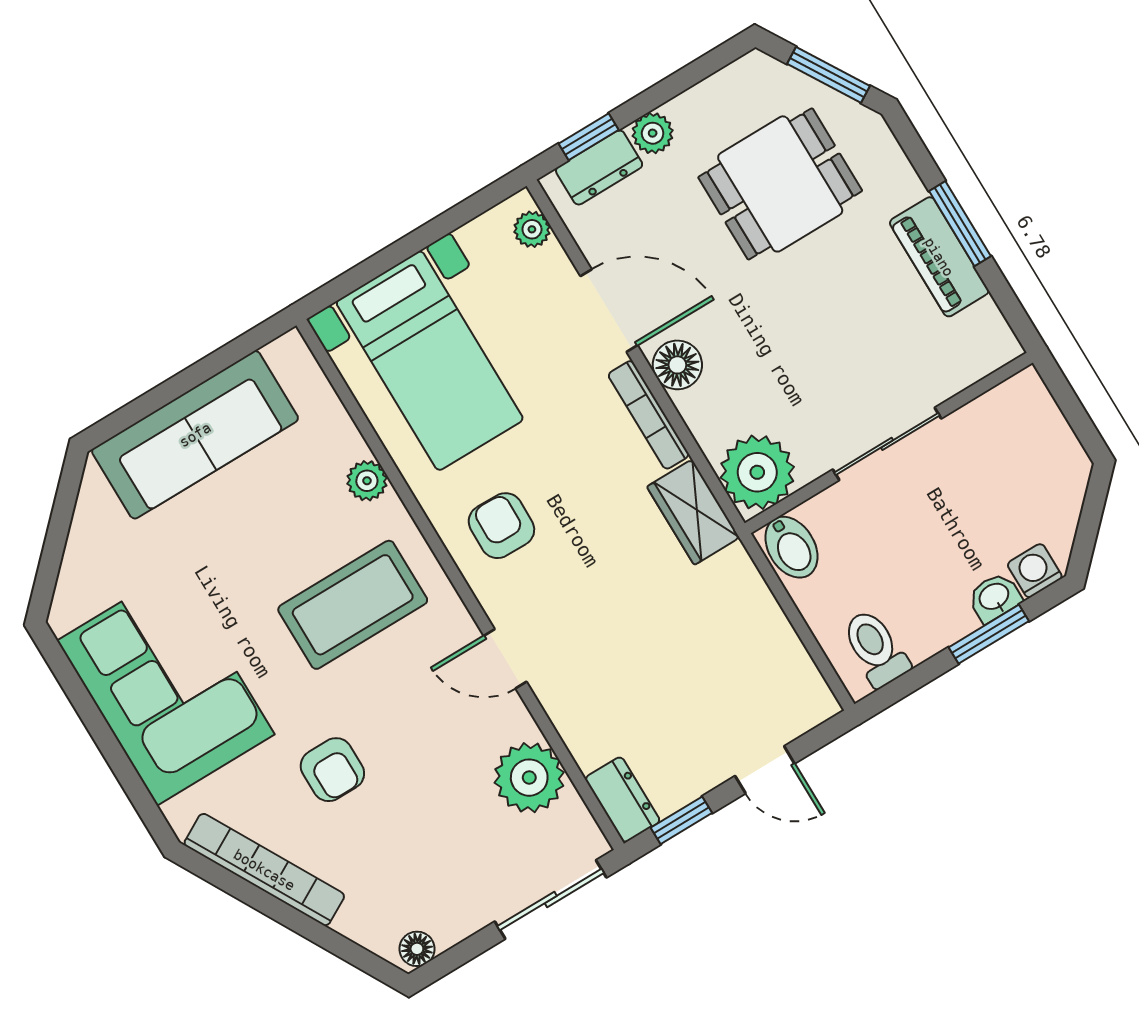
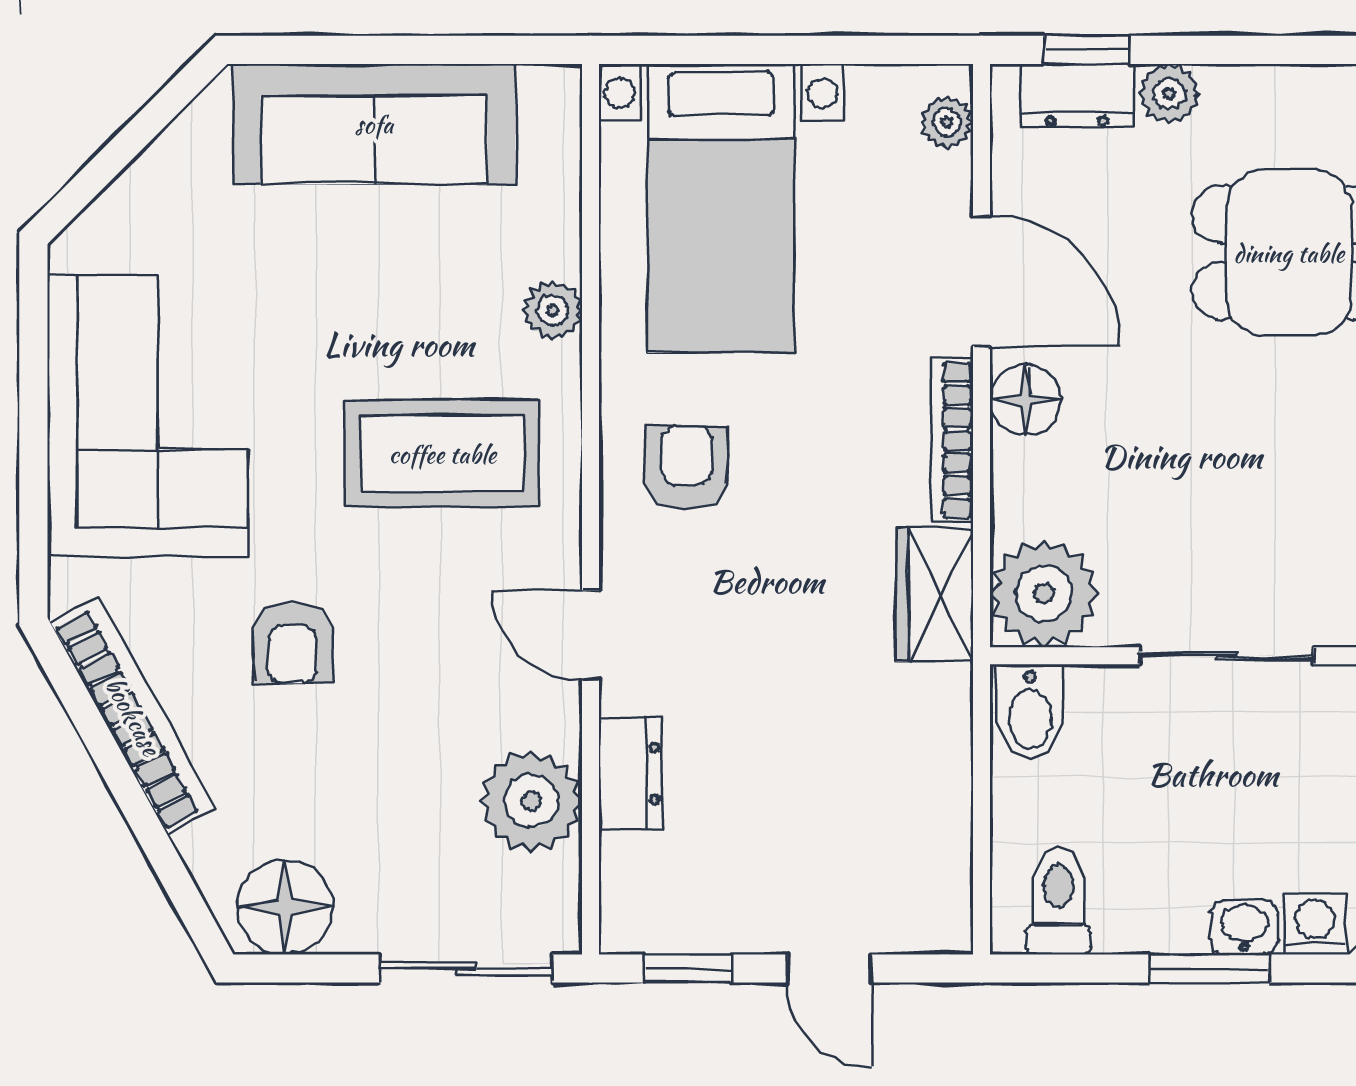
dresser: (623, 800) -> (630, 773), moved
floor lamp: (417, 949) -> (285, 907), width x1.89, depth x1.89

